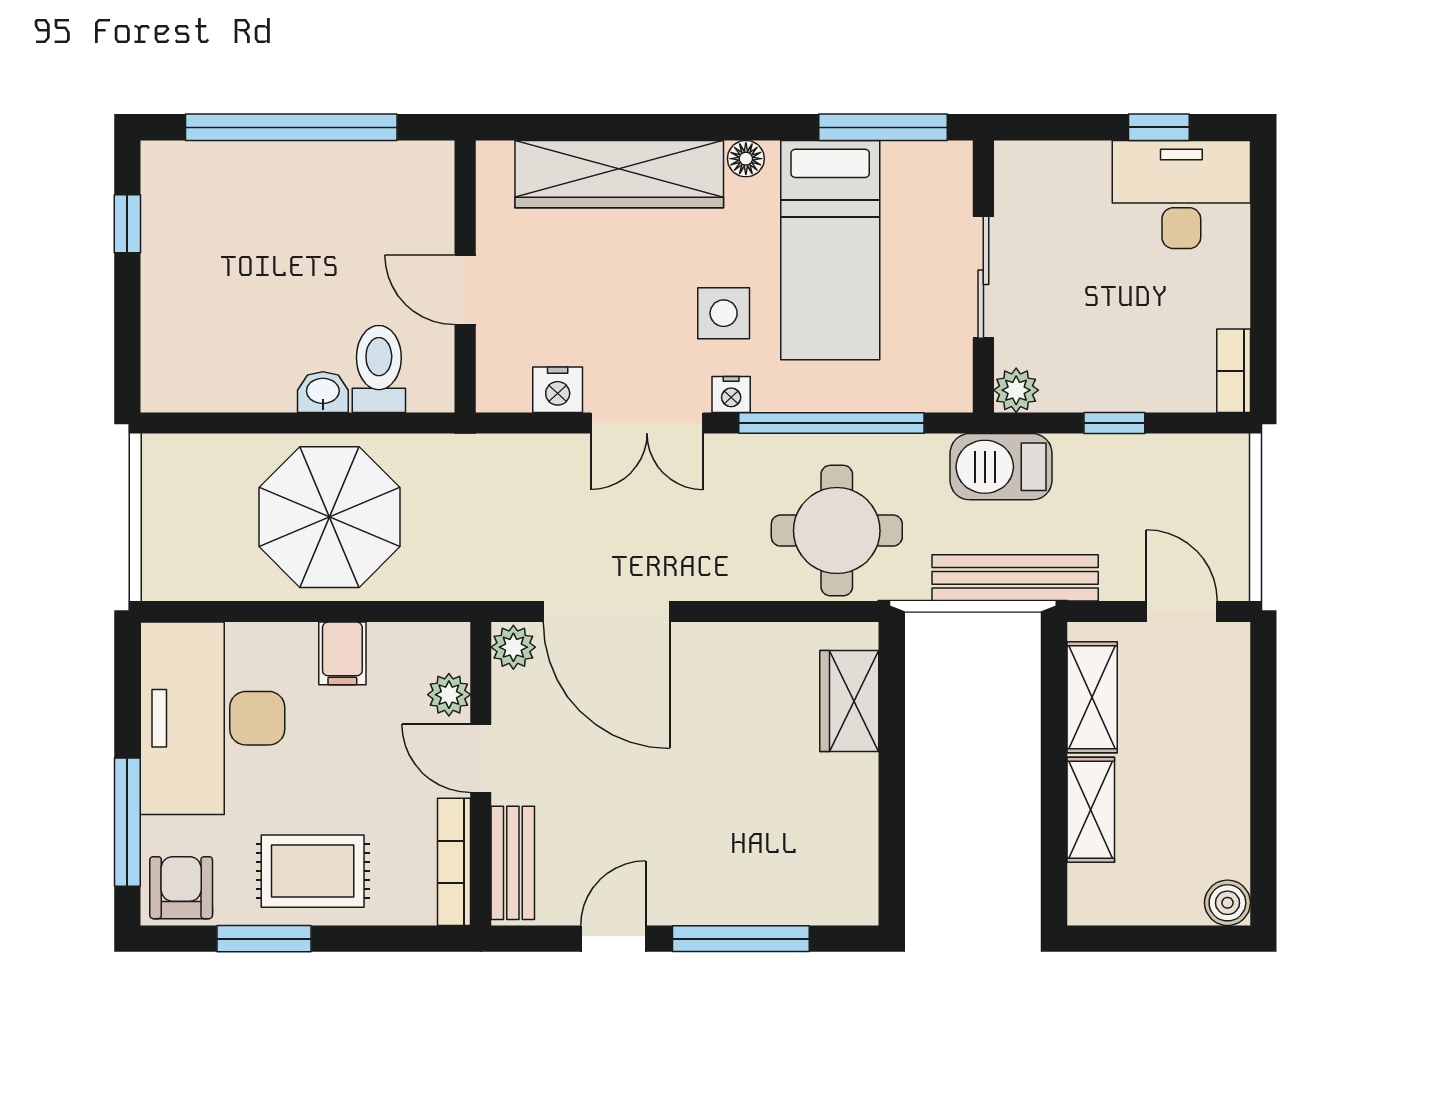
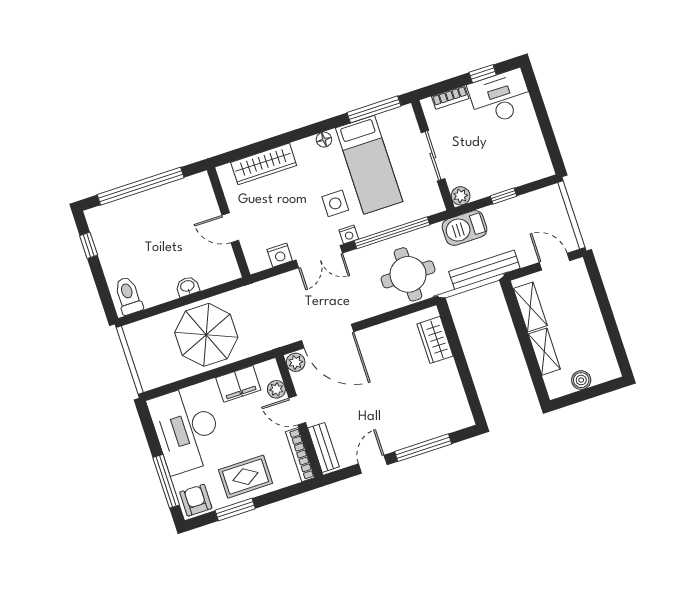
wardrobe: (619, 174) -> (264, 164), width x0.71, depth x0.85
toilet: (379, 369) -> (128, 296), moved
bookcase: (1234, 371) -> (450, 97), moved, turned -90
filing cabinet: (342, 653) -> (238, 384), width x2.00
boiler: (1227, 903) -> (581, 380), moved

